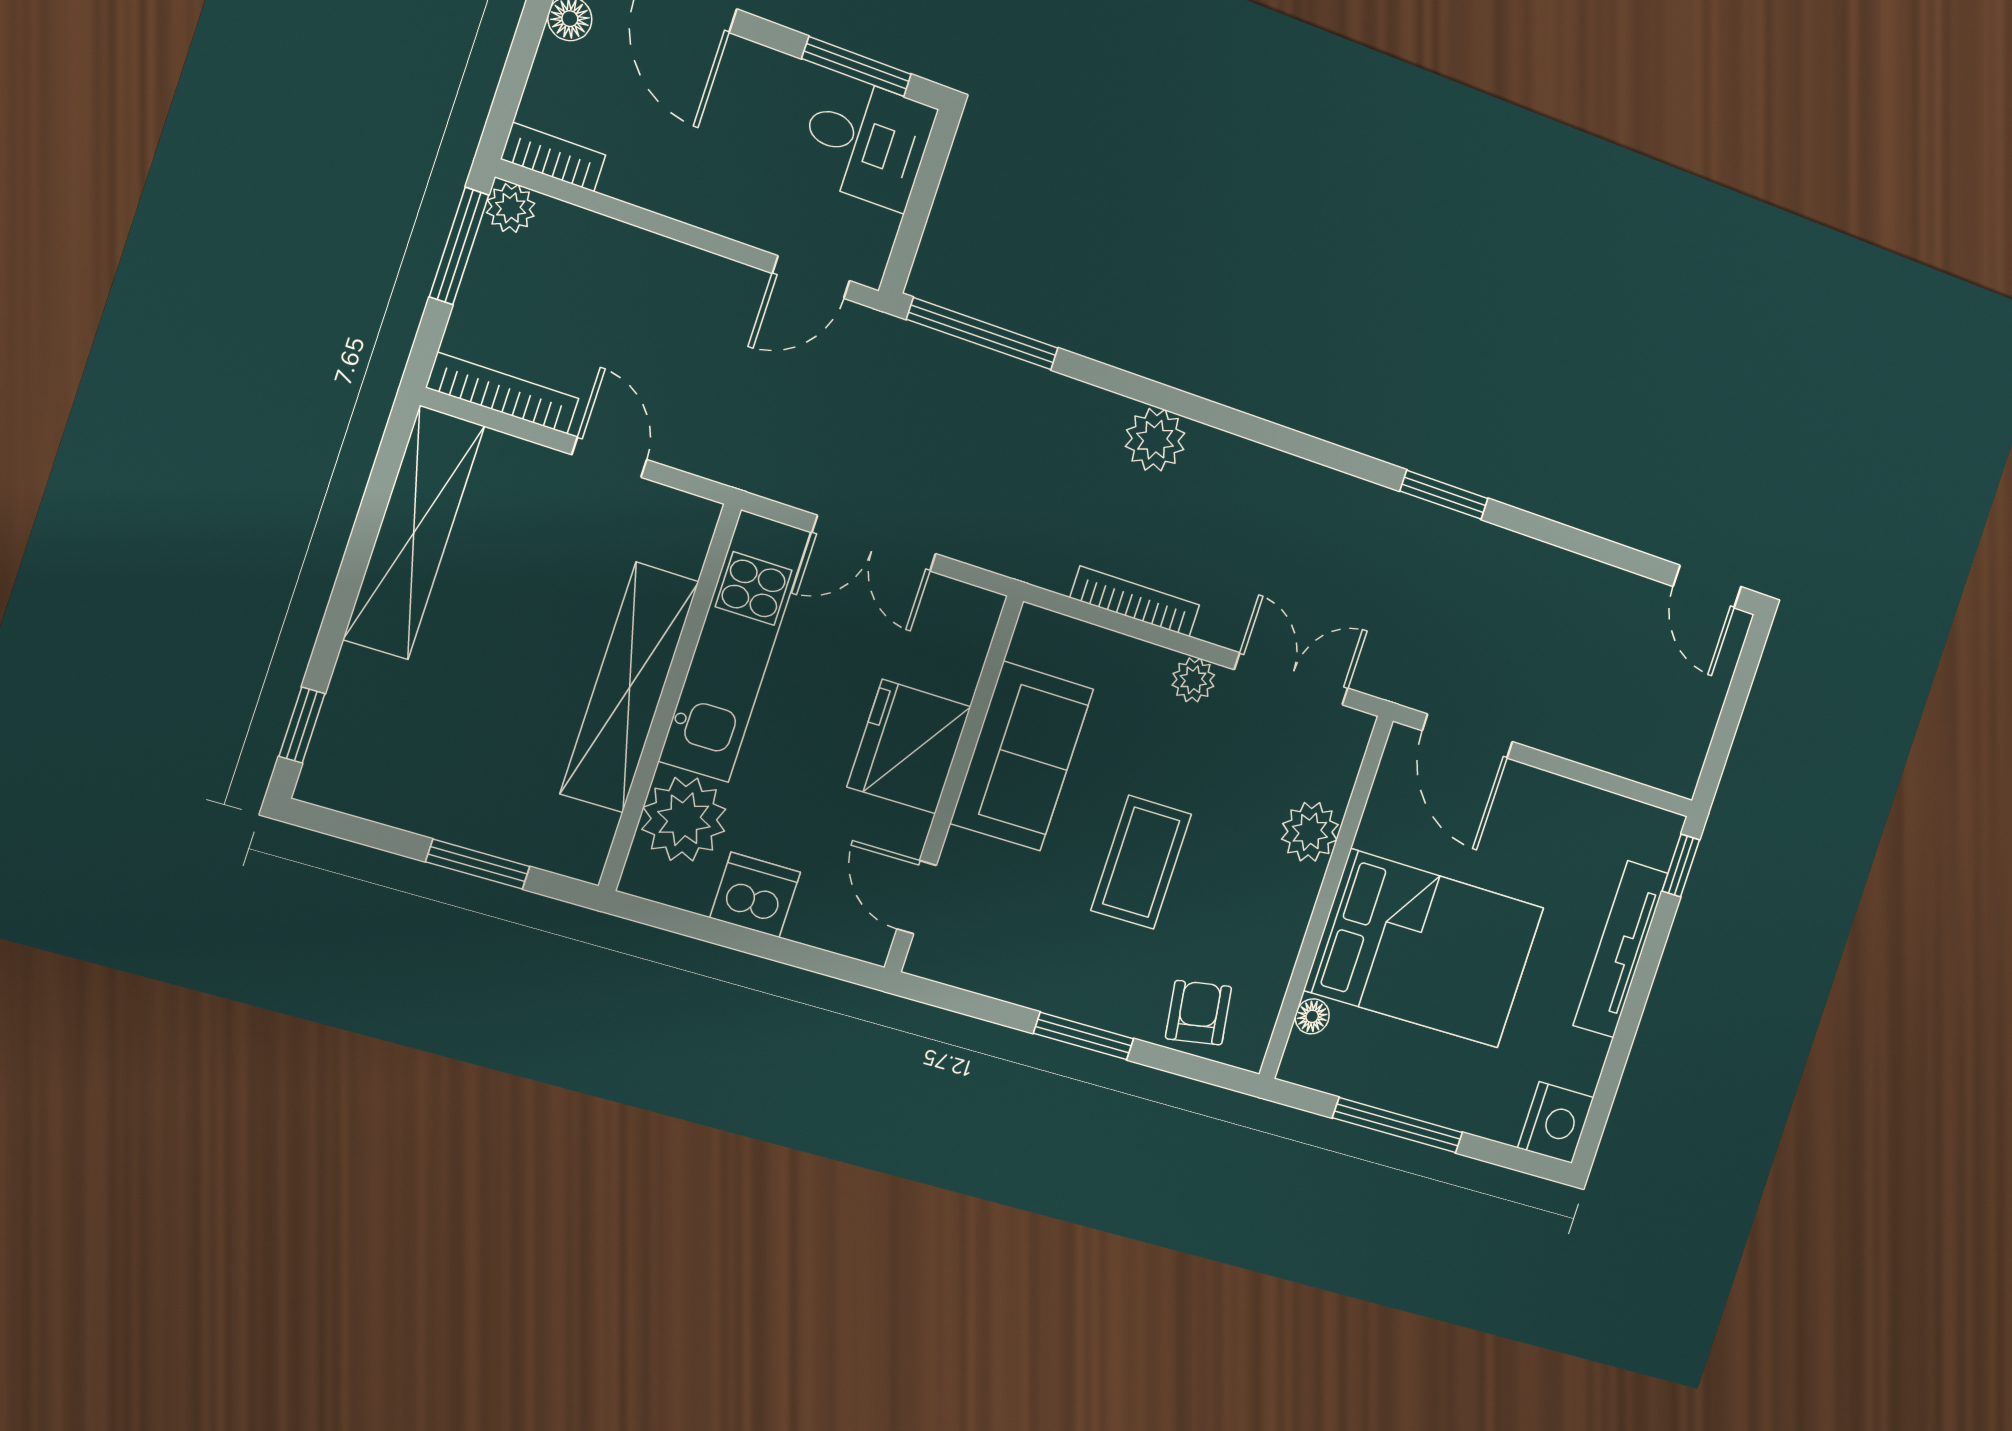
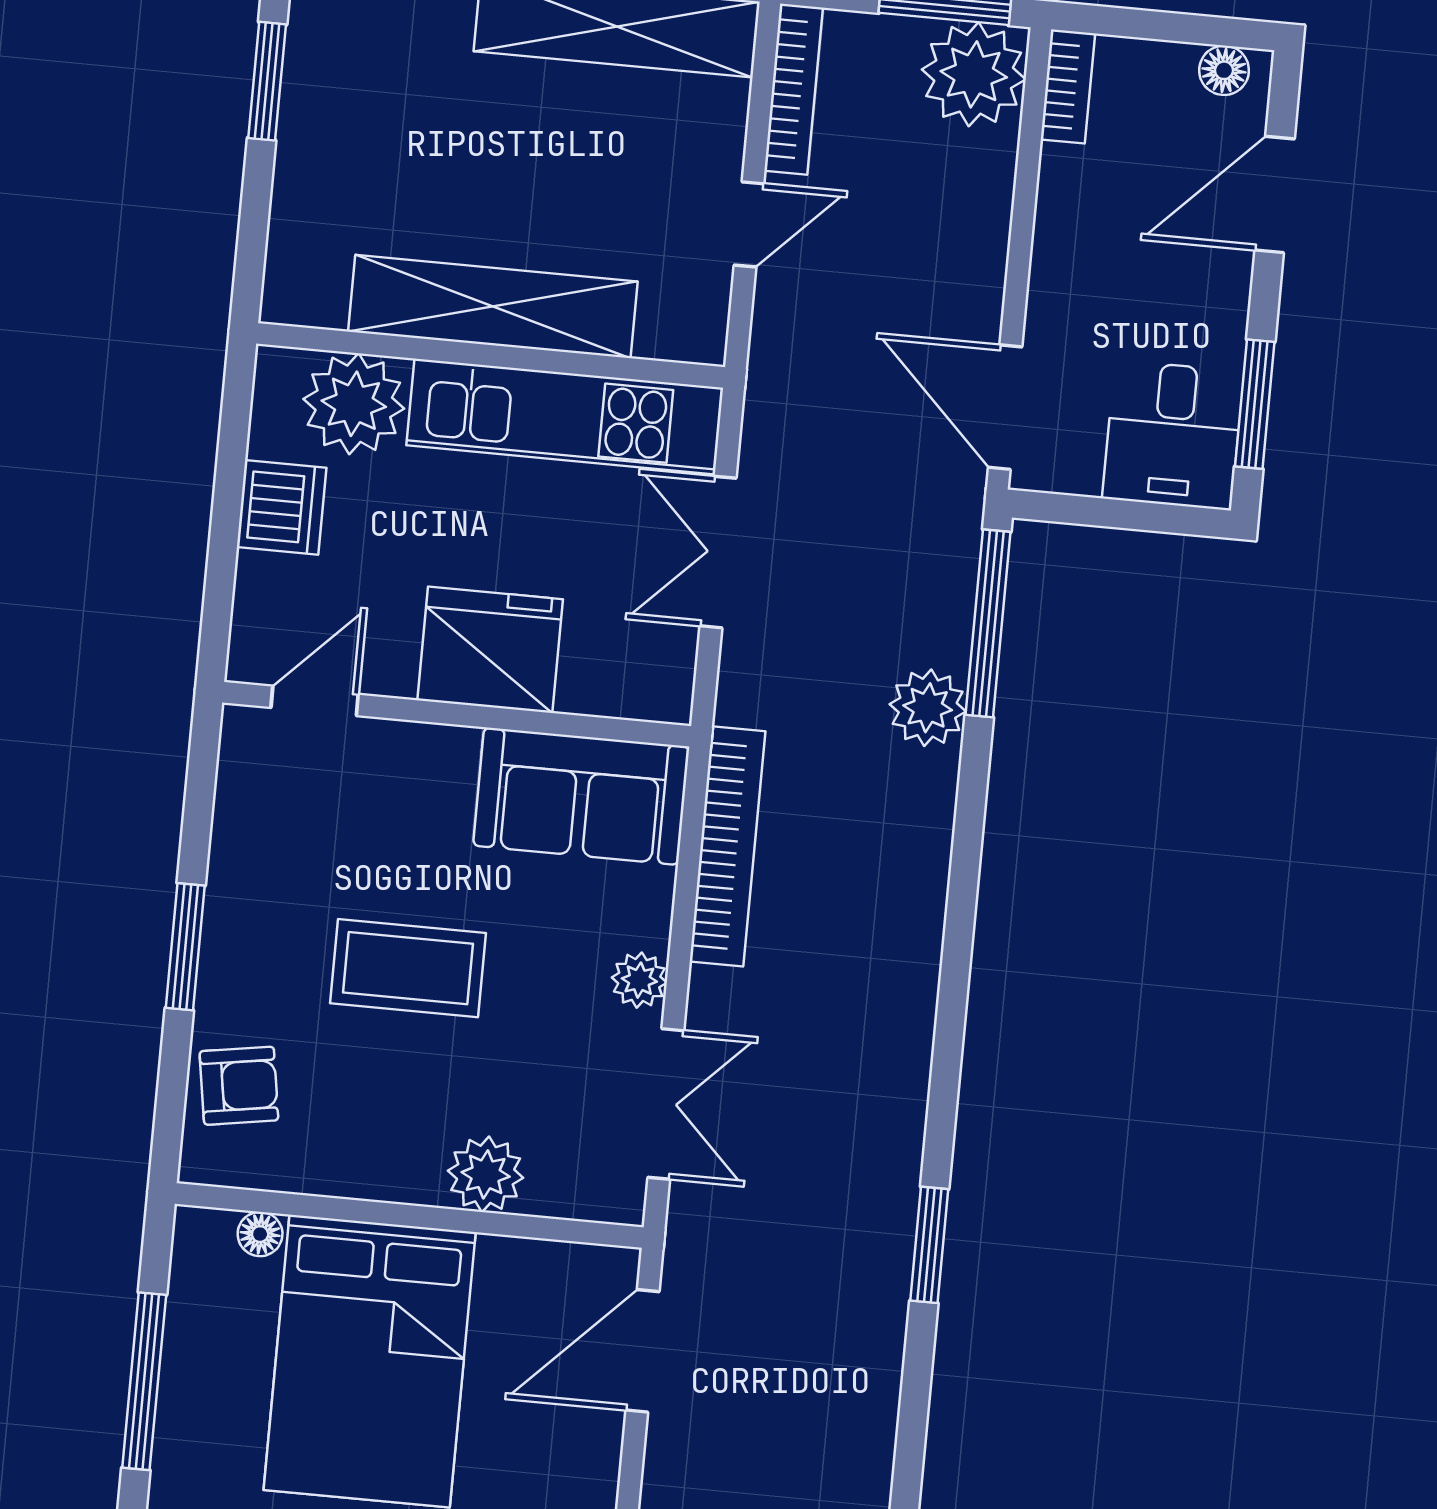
plant: (511, 208) -> (974, 74), width x1.88, depth x1.88
door: (811, 277) -> (1005, 407), width x1.38
plant: (1155, 440) -> (928, 708), moved
bookcase: (1135, 601) -> (727, 846), width x1.48, depth x1.31
sofa: (1022, 756) -> (581, 796), moved
window: (478, 864) -> (267, 81), moved

